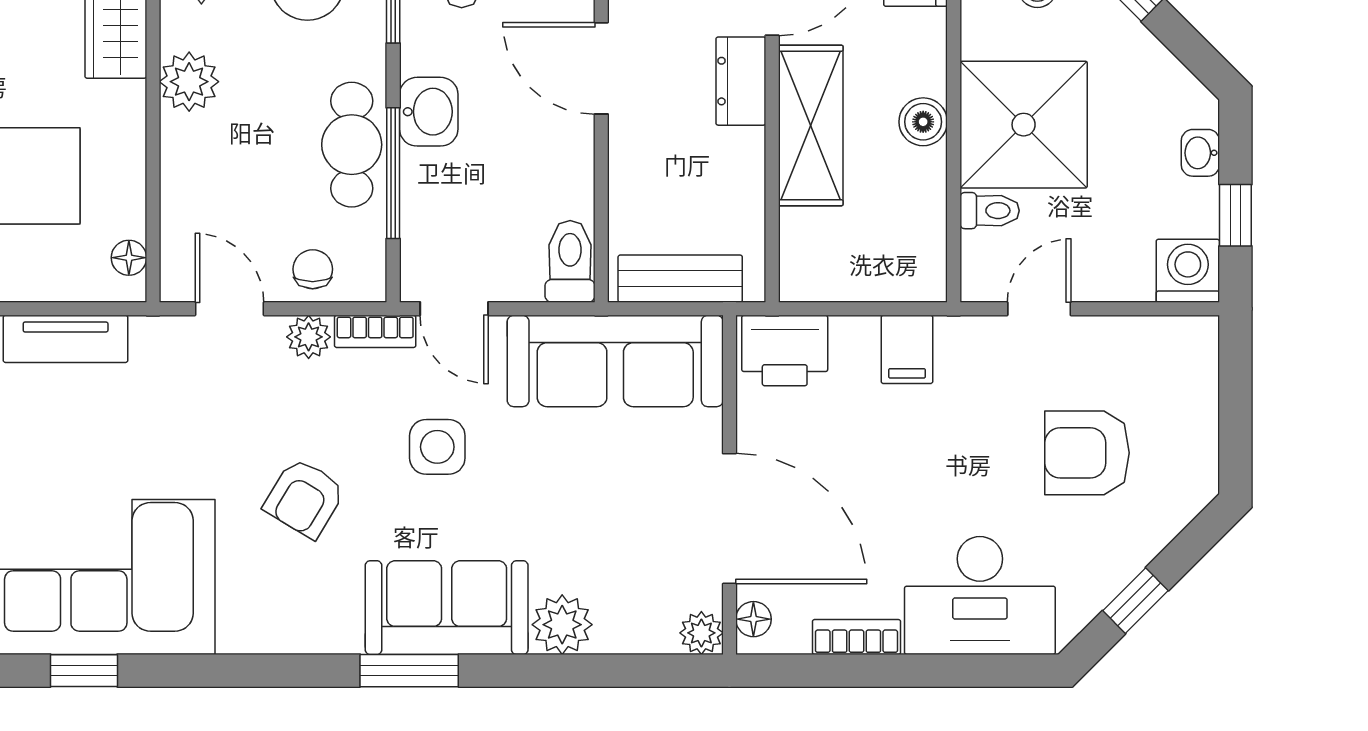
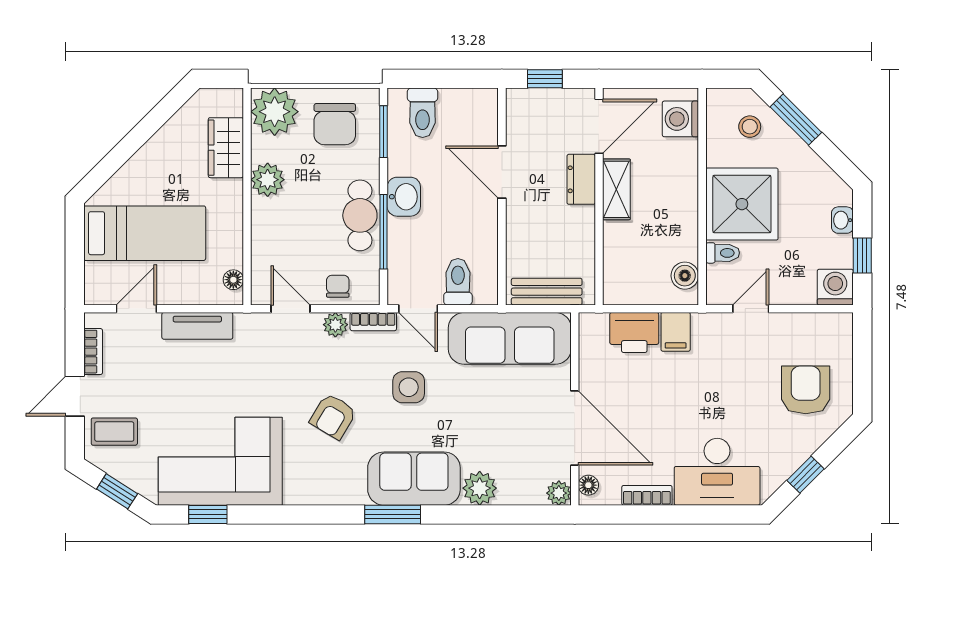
boiler: (923, 122) -> (685, 276), moved
shelving: (811, 125) -> (616, 189), width x0.67, depth x0.75
toilet: (570, 261) -> (458, 282), moved
printer: (785, 350) -> (634, 332), moved
armchair: (1087, 453) -> (806, 390), moved, turned 90

